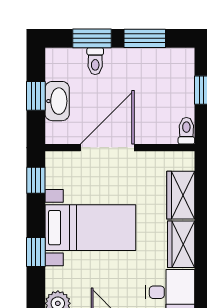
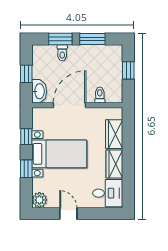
washbasin: (57, 101) -> (39, 91), moved
toilet: (186, 131) -> (100, 95), moved
window: (36, 180) -> (26, 137), moved

